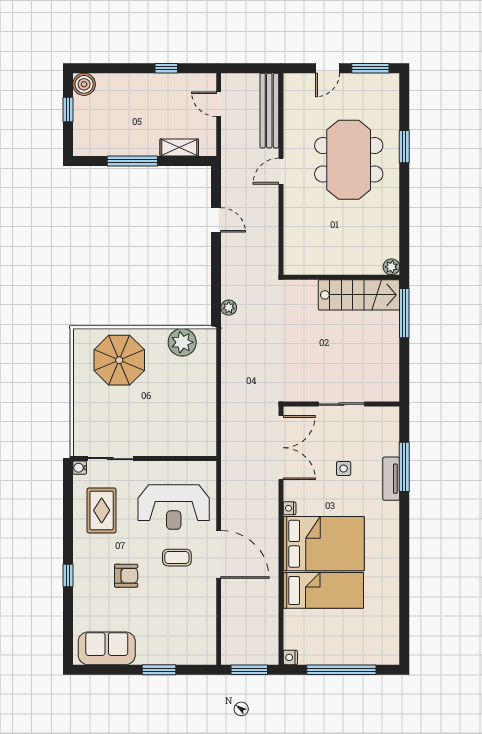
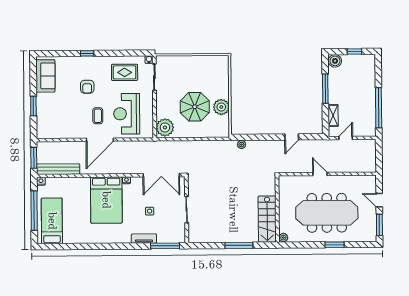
window: (166, 68) -> (379, 108), width x3.17
boiler: (84, 84) -> (335, 61), moved
door: (219, 104) -> (346, 138), moved
bench: (269, 111) -> (58, 169), moved
meeting table: (349, 160) -> (327, 213), width x1.36
plant: (391, 267) -> (283, 238), moved
wall: (341, 277) -> (277, 209), moved
stairs: (359, 295) -> (267, 219), moved
plant: (182, 342) -> (221, 107), moved
parasol: (119, 360) -> (195, 107), moved
plant: (198, 441) -> (165, 127), added
window: (404, 467) -> (165, 246), moved
bed: (323, 590) -> (52, 221), moved, turned 180

